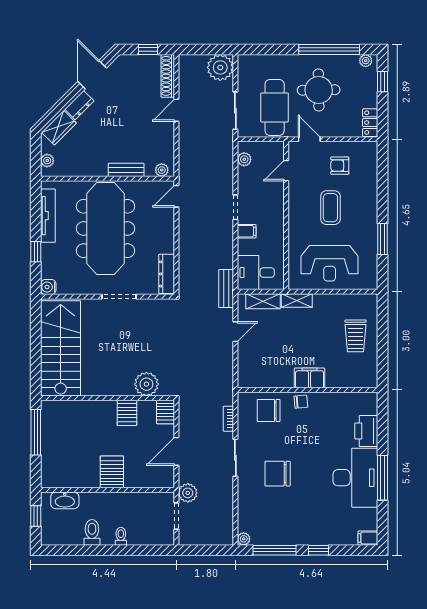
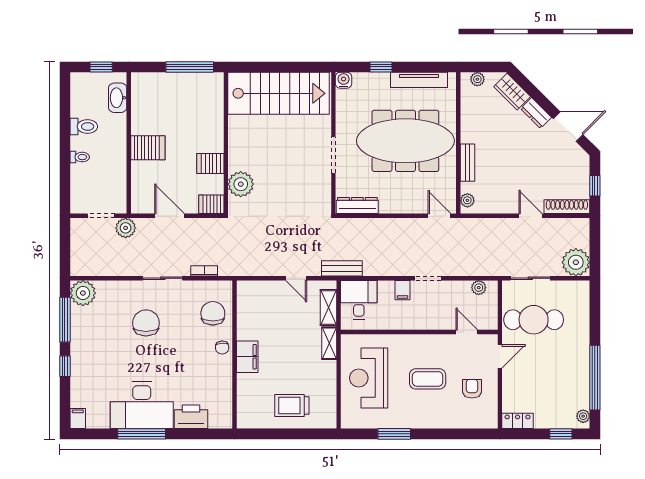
round table: (319, 90) -> (552, 366), removed
plant: (244, 539) -> (83, 293), width x1.88, depth x1.88

